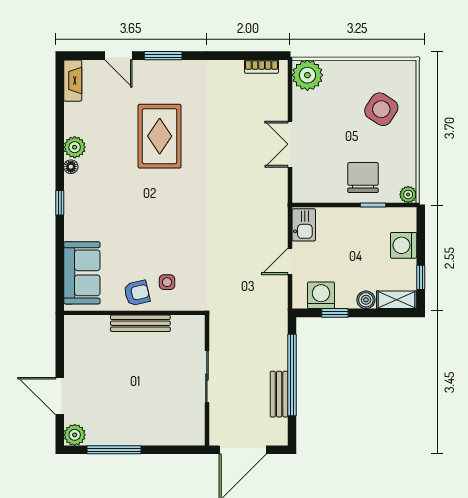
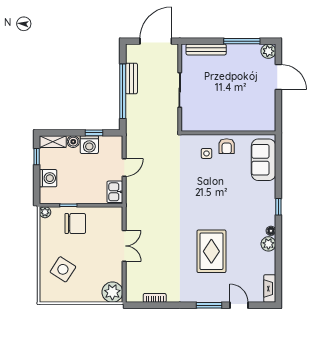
bookcase: (262, 67) -> (155, 298), moved
chair: (363, 178) -> (75, 224), turned -90
armchair: (137, 293) -> (227, 146), turned -77
washing machine: (321, 295) -> (89, 145), moved
bench: (140, 323) -> (206, 49), moved

